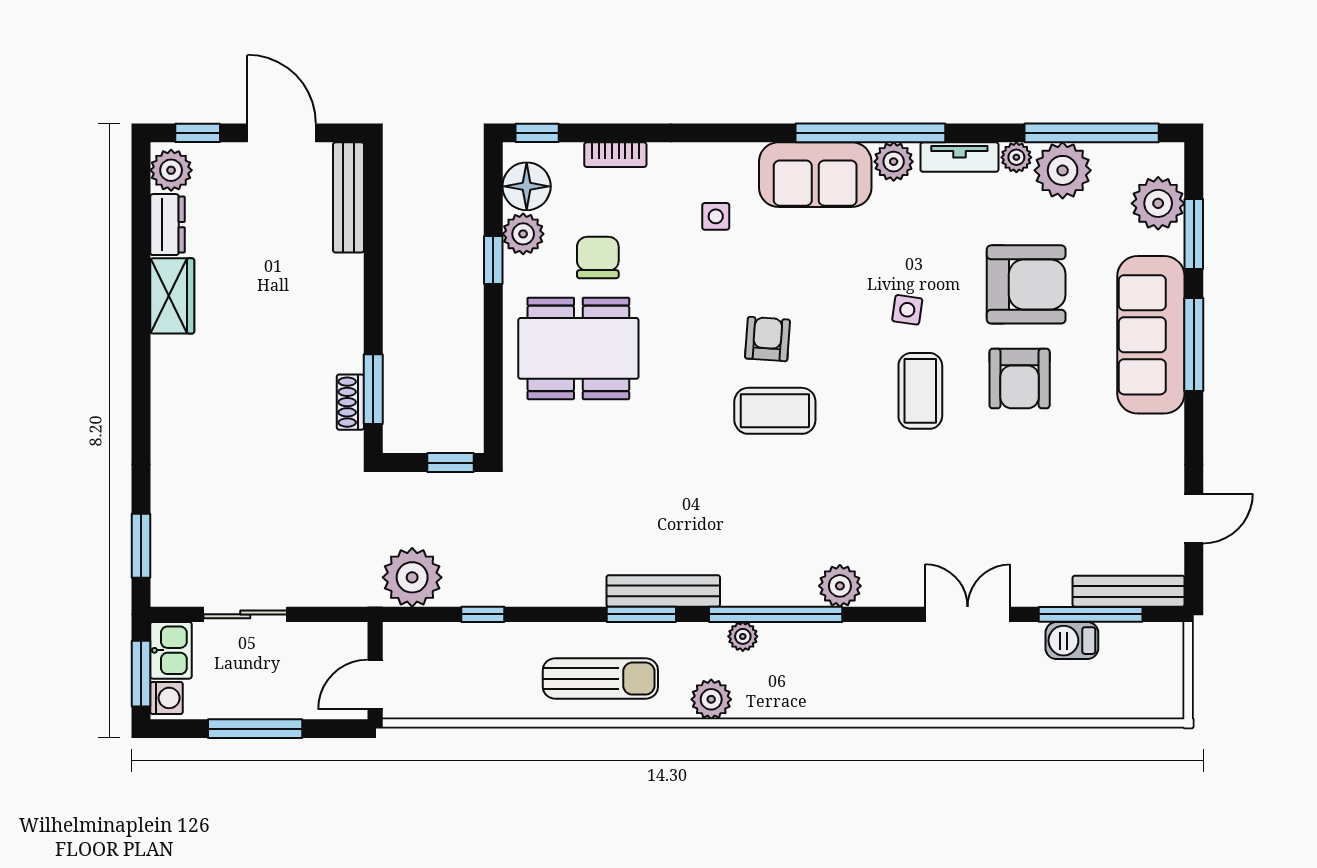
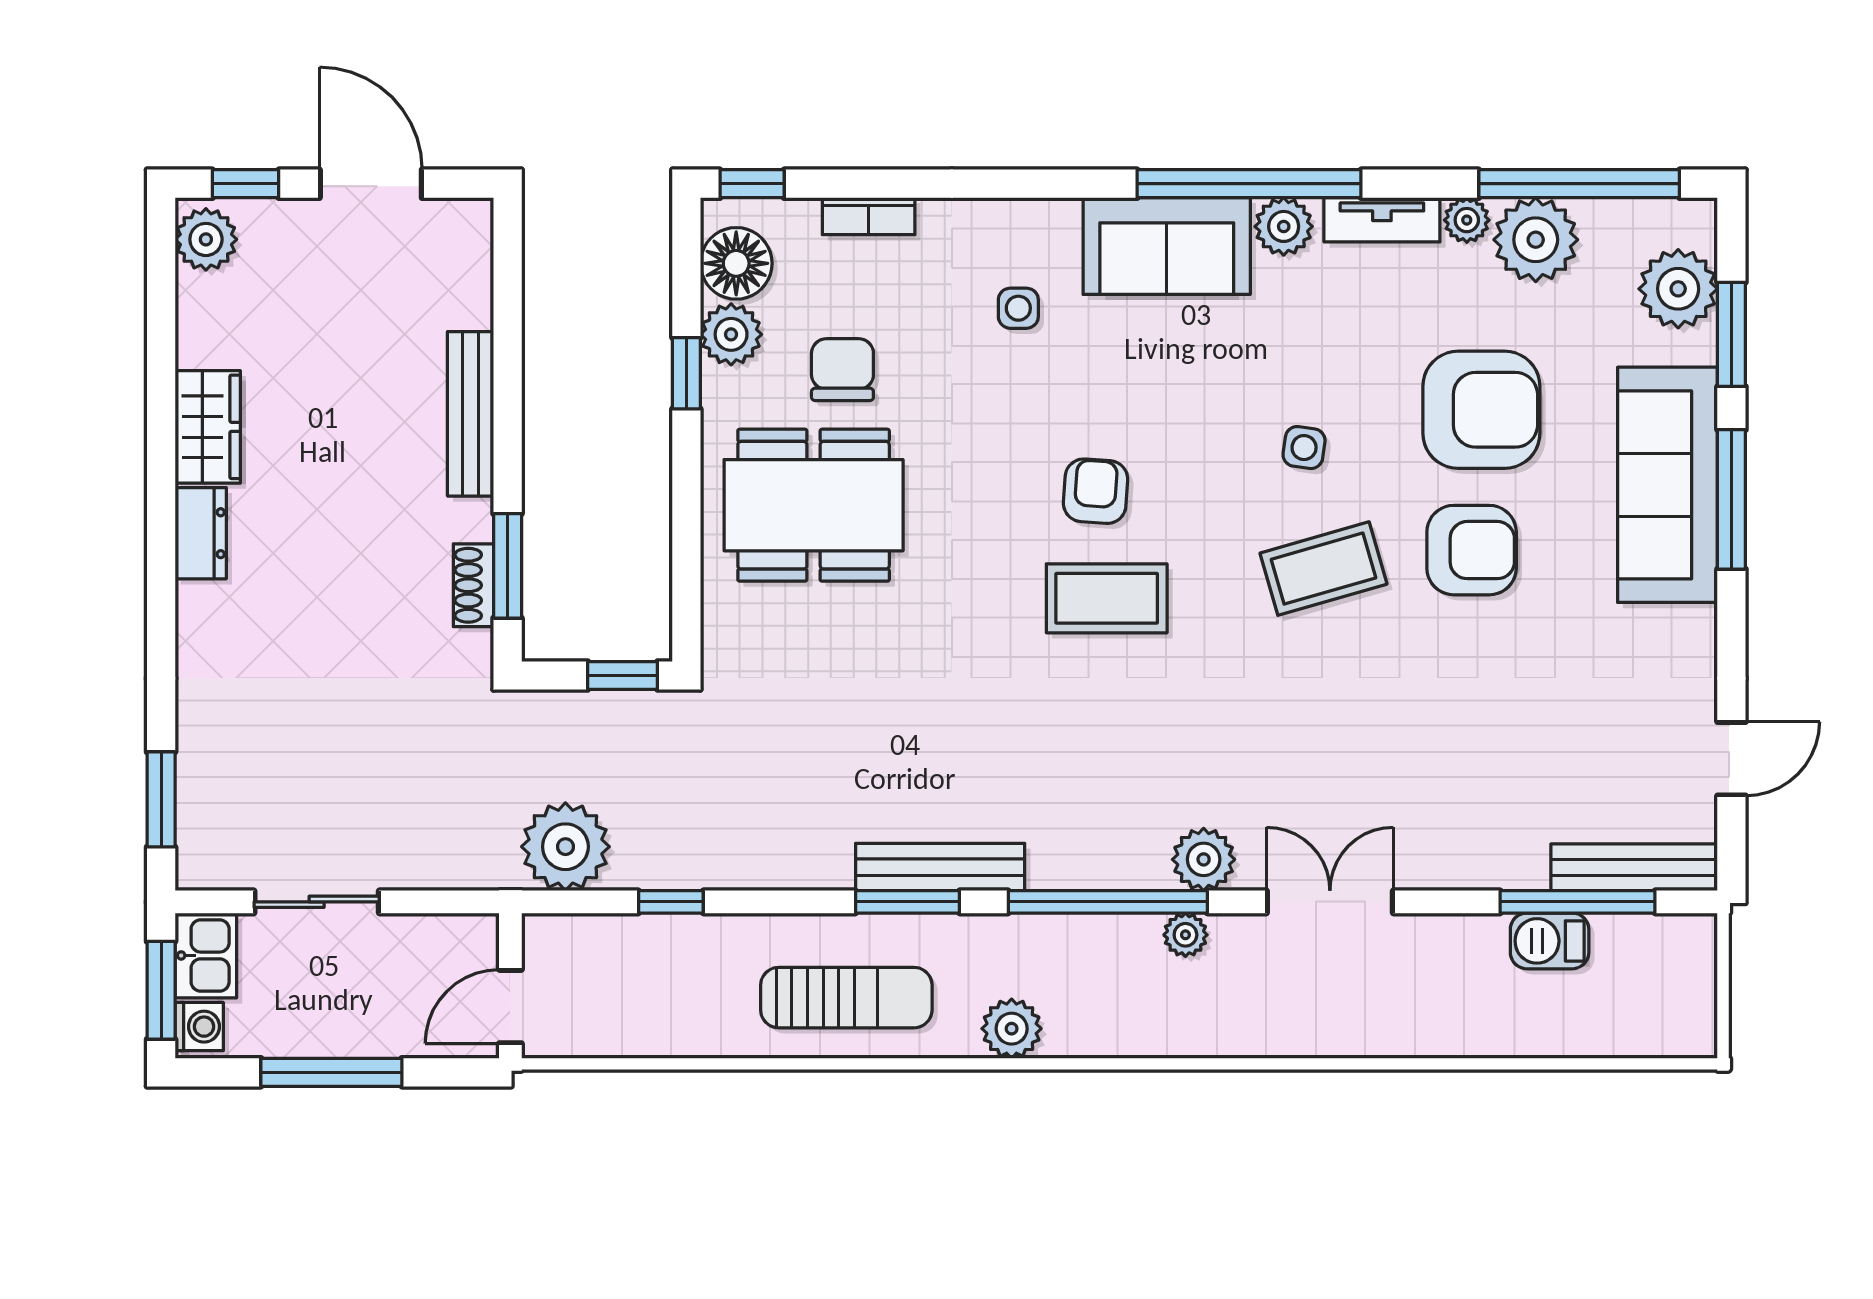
bench: (348, 197) -> (471, 414), moved
dresser: (168, 225) -> (201, 533), moved
armchair: (1020, 379) -> (1472, 550), turned -90
coffee table: (920, 391) -> (1323, 569), turned 74
double door: (968, 614) -> (1330, 902), moved
plant: (743, 636) -> (1185, 935), moved

